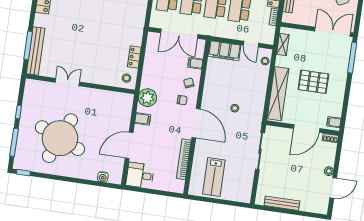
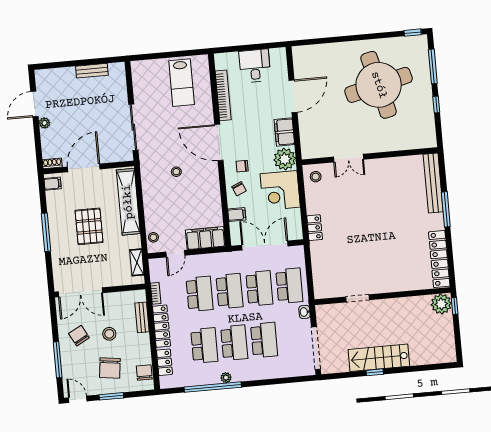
door: (251, 44) -> (175, 254), swing flipped
window: (28, 45) -> (446, 209), moved
locker: (134, 57) -> (315, 228), moved
window: (352, 58) -> (46, 232), moved
corner desk: (157, 74) -> (280, 190), added
double door: (67, 82) -> (348, 158), moved
pallet: (313, 82) -> (89, 226), turned 90
filing cabinet: (143, 119) -> (284, 132), width x2.00
round table: (60, 138) -> (379, 85), turned -37
desk: (140, 175) -> (255, 66), moved, turned -90
water cooler: (103, 177) -> (316, 51), removed
lab bench: (214, 177) -> (182, 83), turned 180
bench: (282, 203) -> (92, 71), width x0.73

